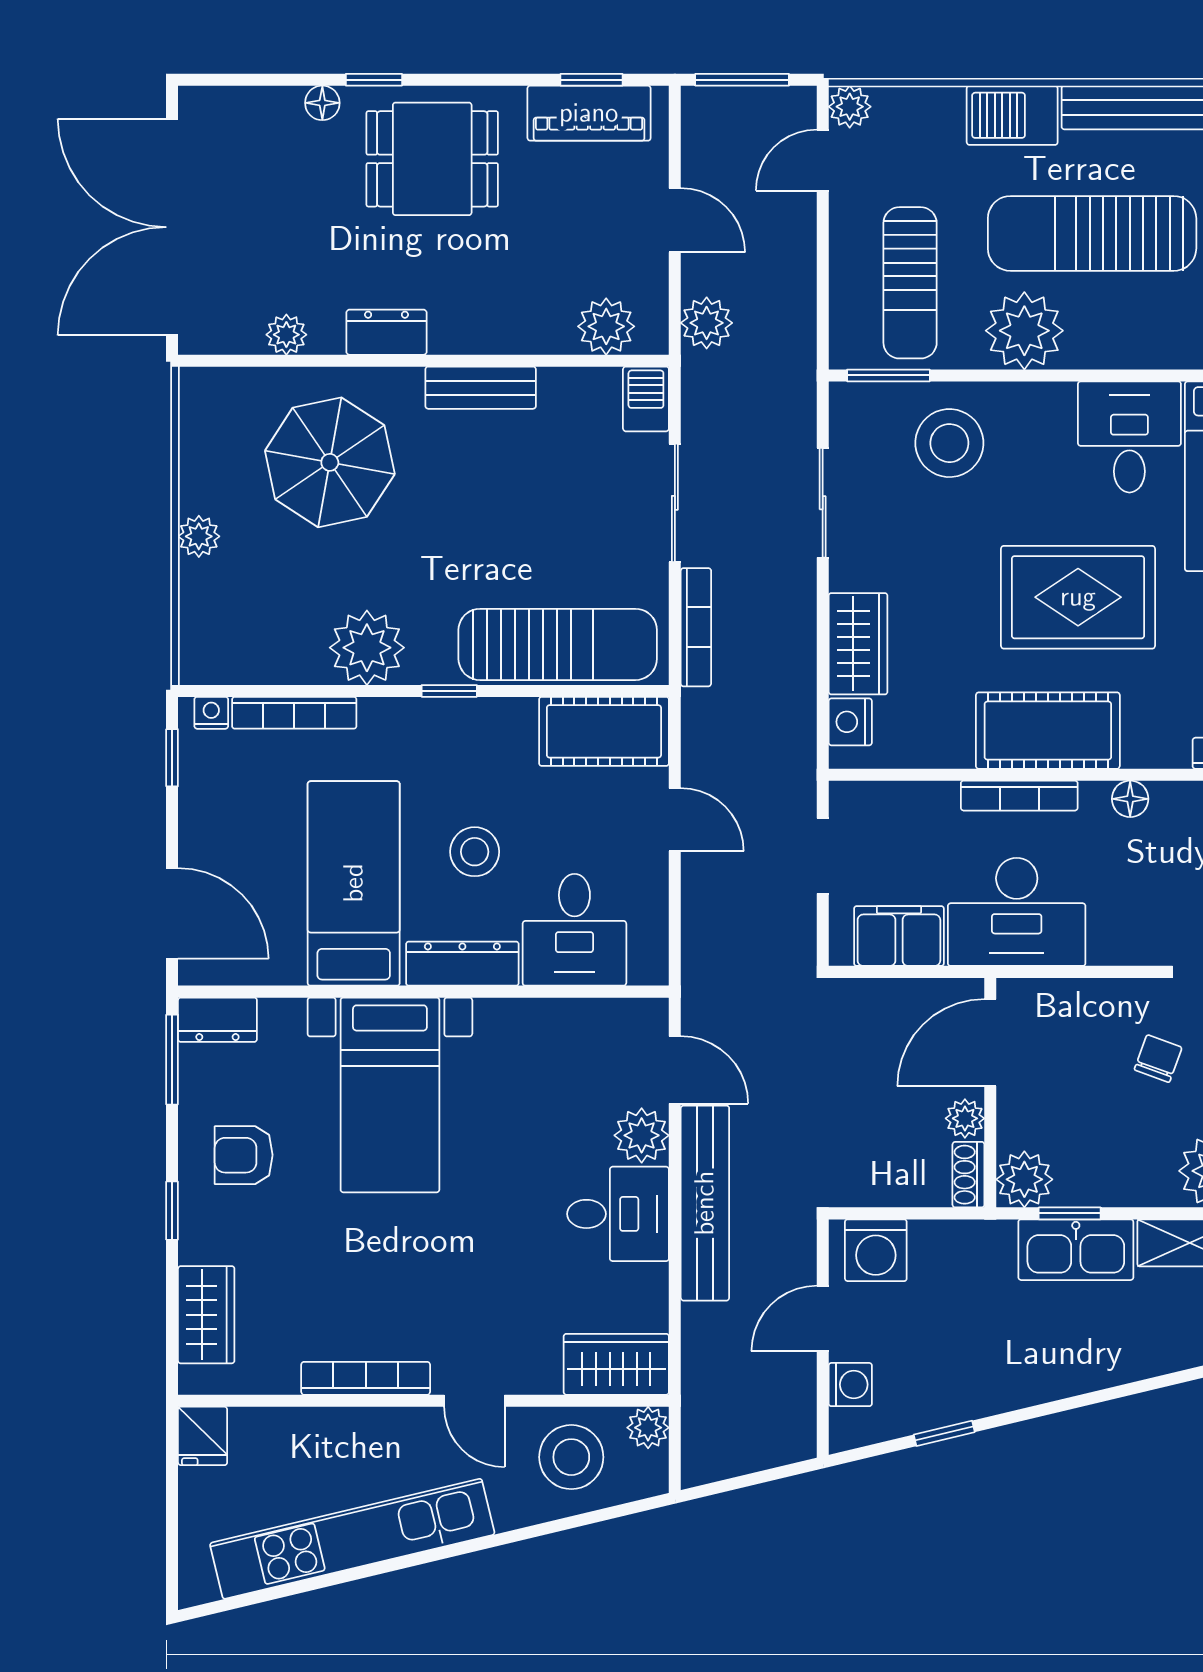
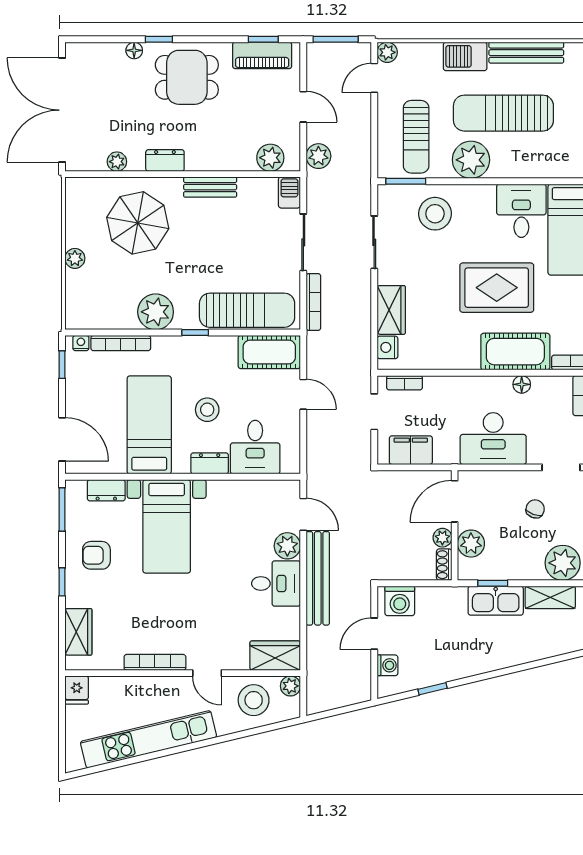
cot: (1048, 731) -> (515, 352), moved
bookcase: (1019, 796) -> (404, 383), moved, width x0.64
desk: (1017, 912) -> (493, 439), moved
dresser: (462, 964) -> (210, 463), width x0.70
dresser: (217, 1020) -> (106, 490), moved
plant: (1024, 1179) -> (471, 544), moved

